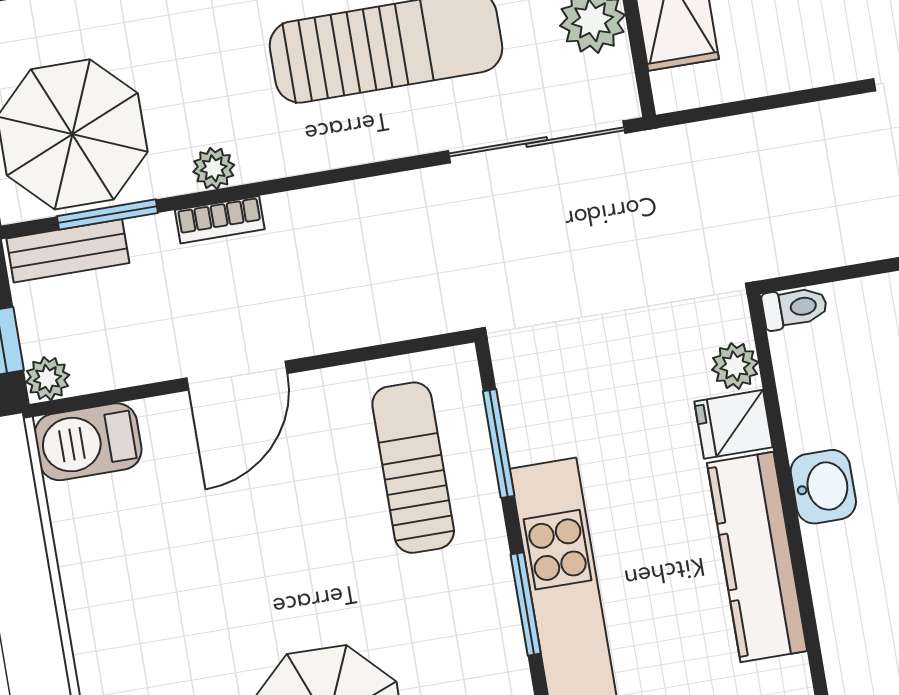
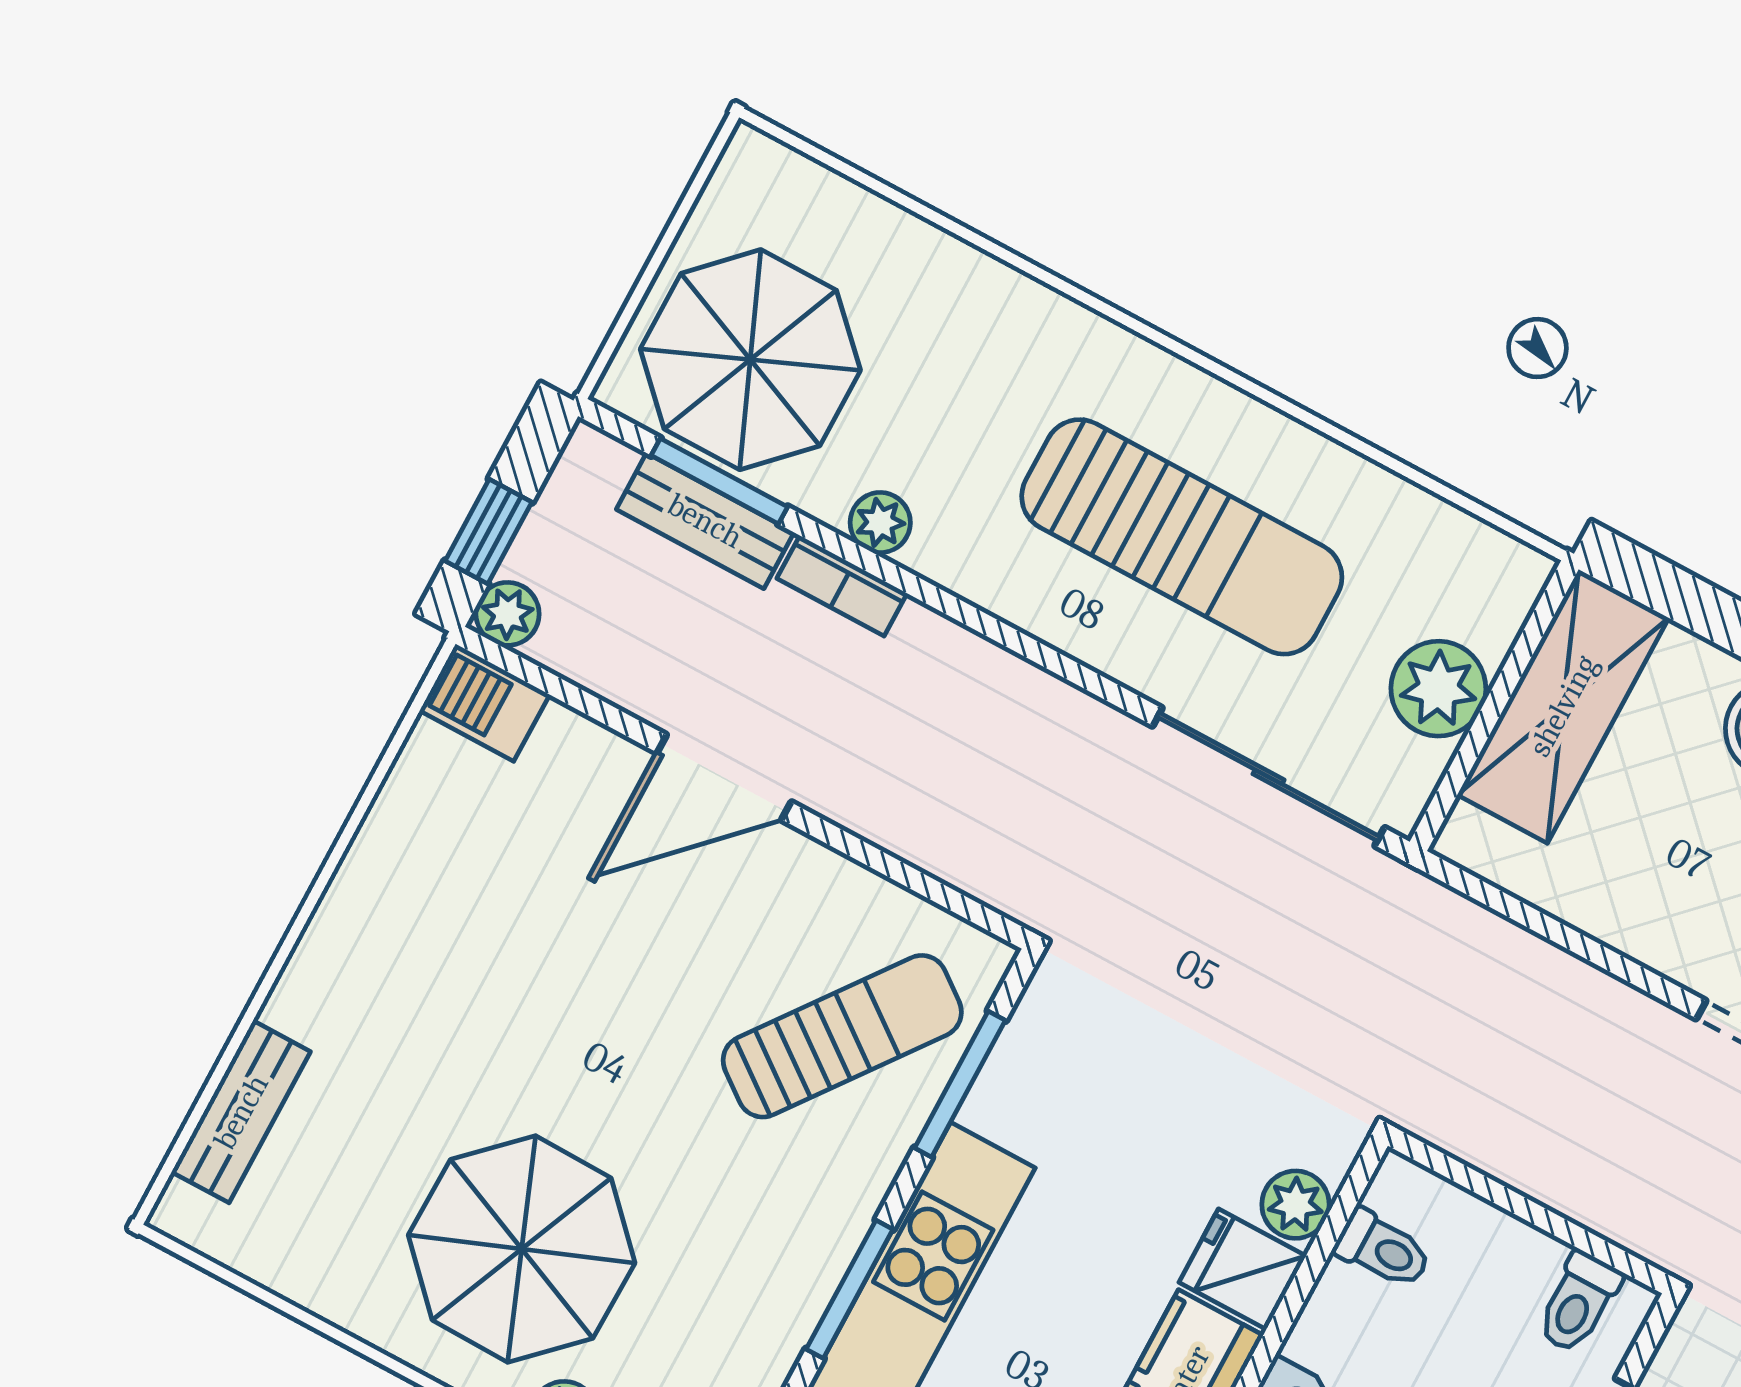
bench: (68, 251) -> (705, 521), moved
toilet: (795, 308) -> (1383, 1249), moved
barbecue: (88, 442) -> (485, 703), width x0.73, depth x0.79
sun lounger: (413, 468) -> (842, 1036), turned 37

